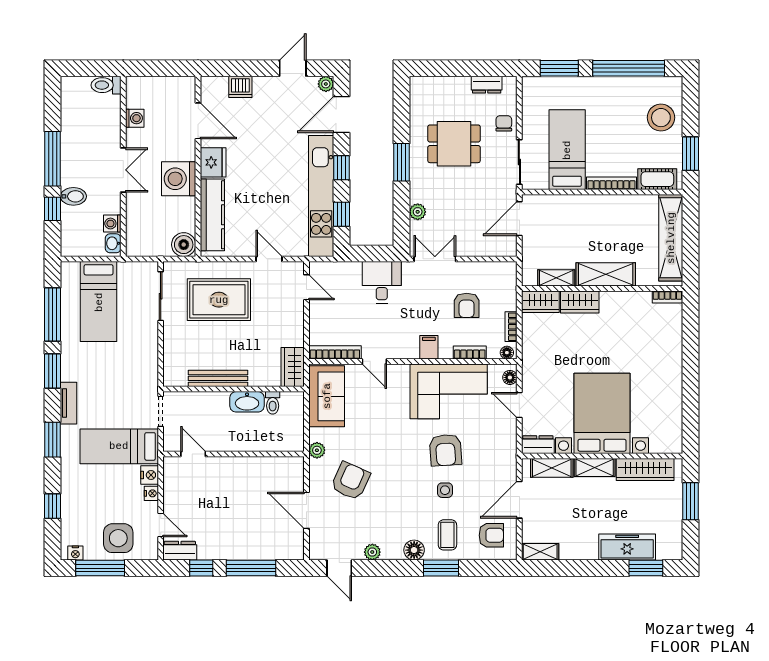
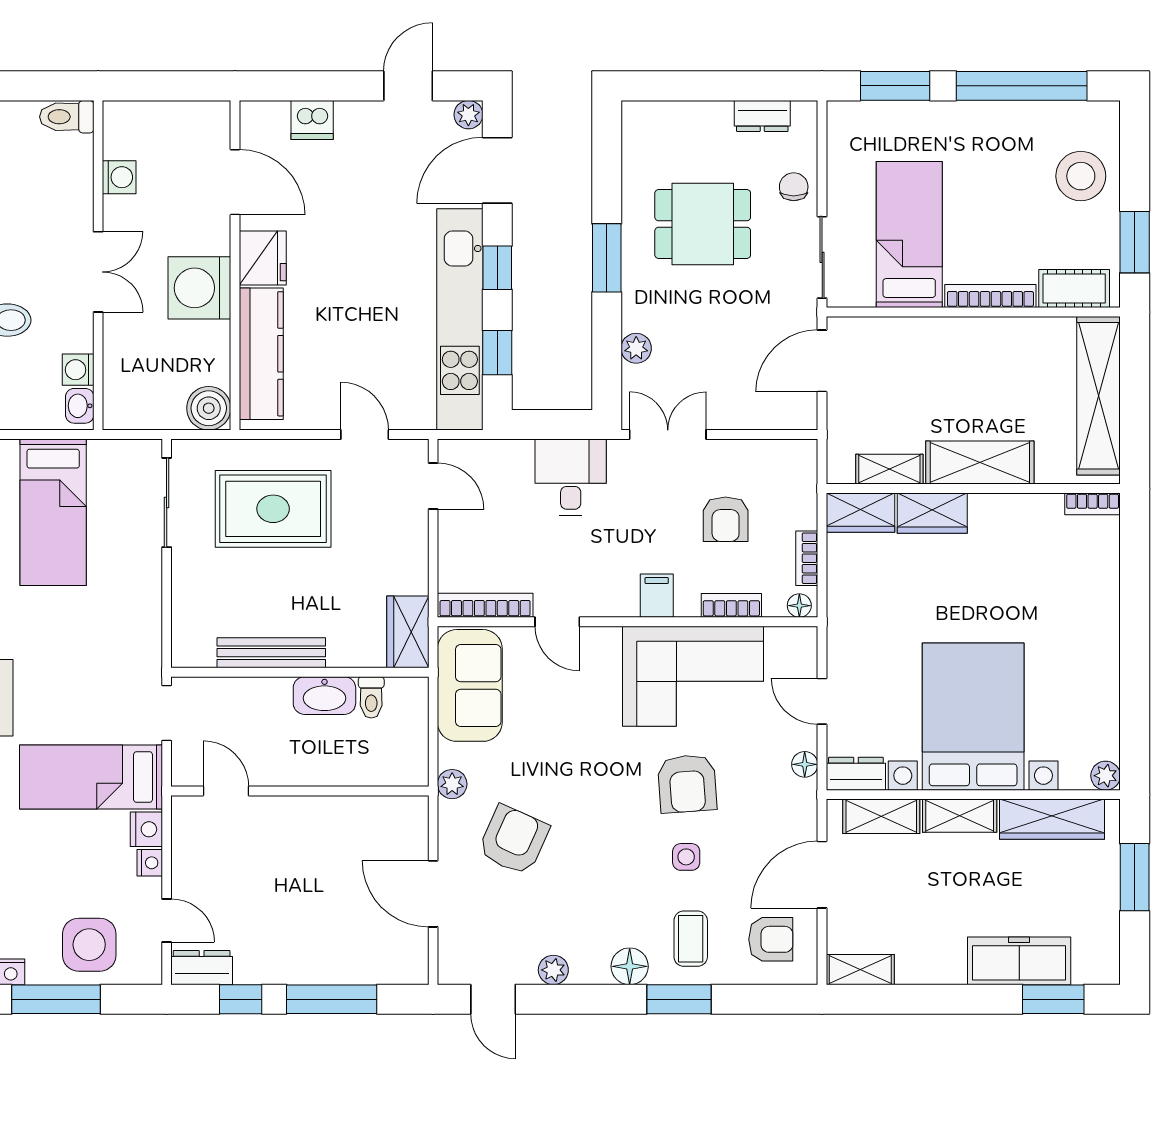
floor lamp: (510, 377) -> (805, 764), moved
plant: (675, 446) -> (1106, 776), added

